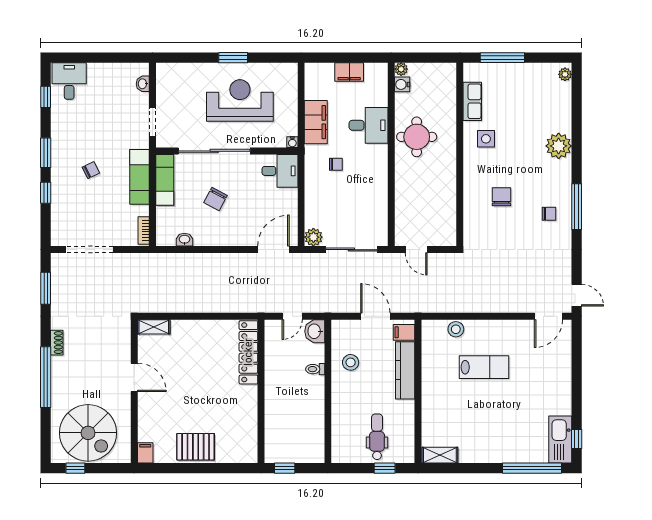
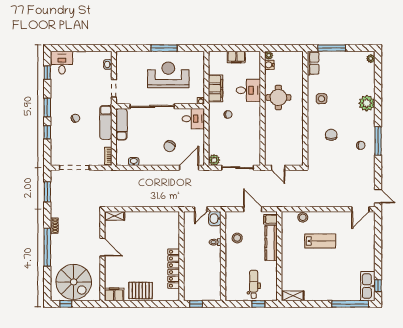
window: (233, 58) -> (164, 48), width x1.44
row of seats: (472, 101) -> (313, 63), moved
chair: (216, 199) -> (170, 146), moved
locker: (248, 352) -> (174, 269), moved
filing cabinet: (145, 453) -> (114, 294), width x2.00

